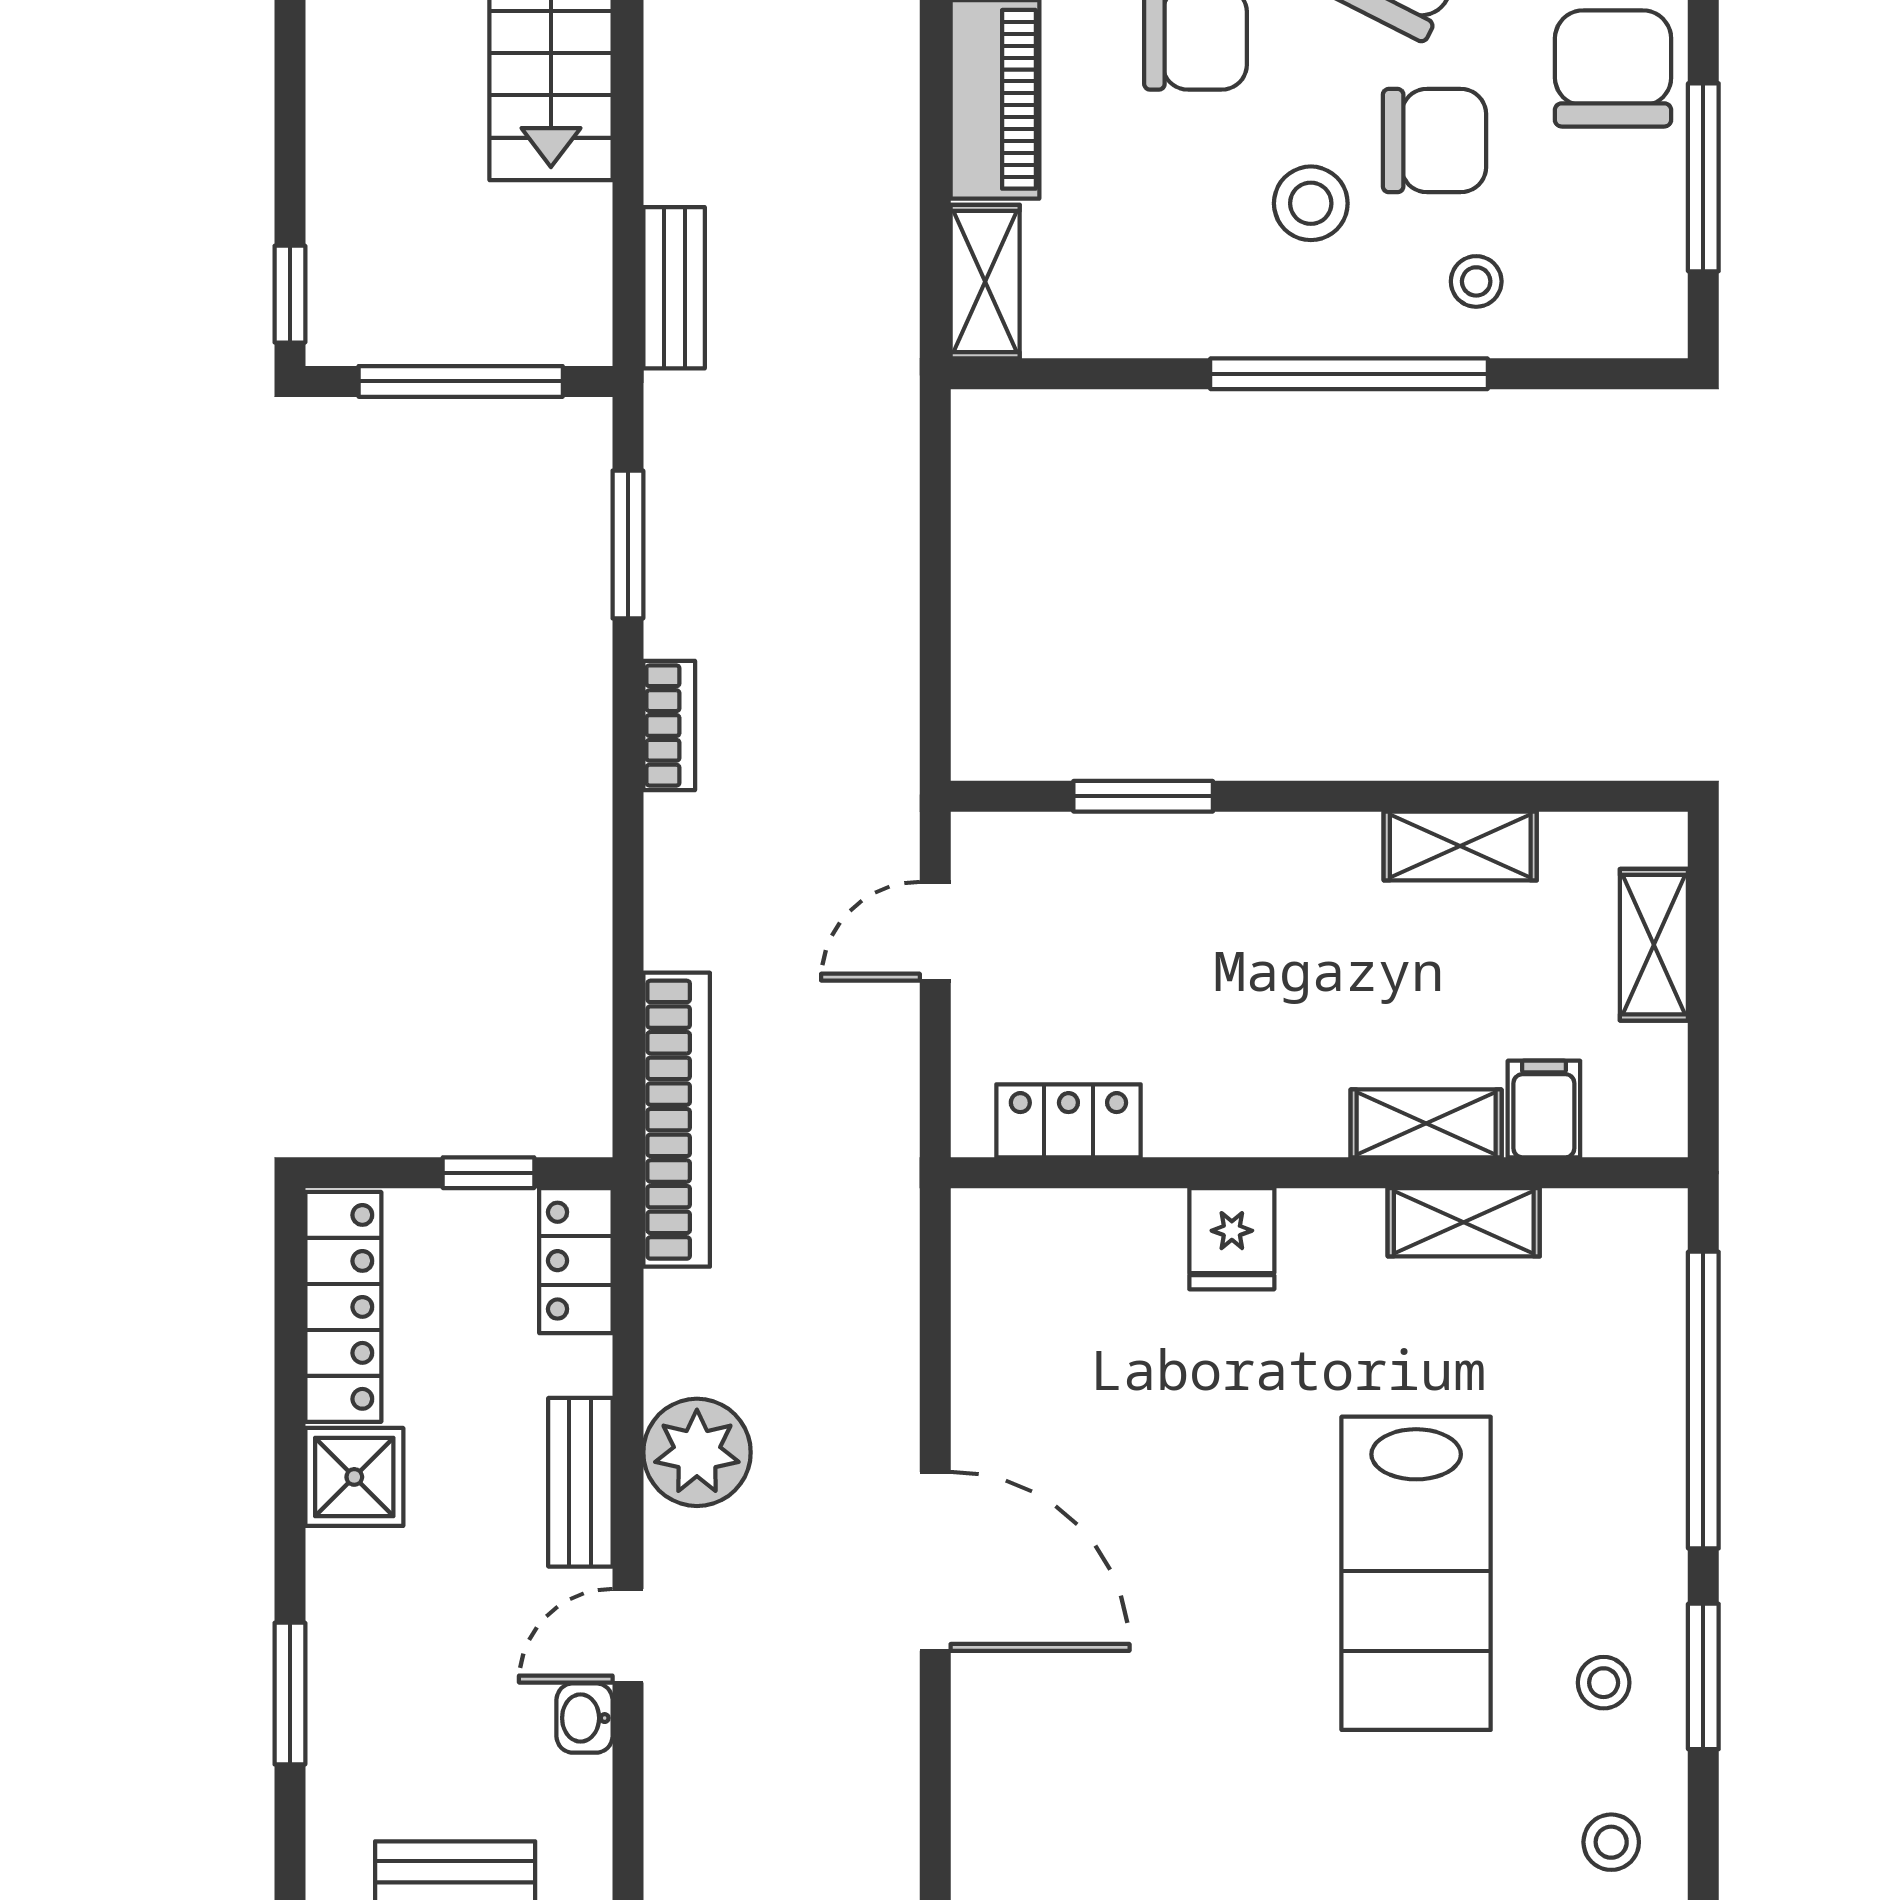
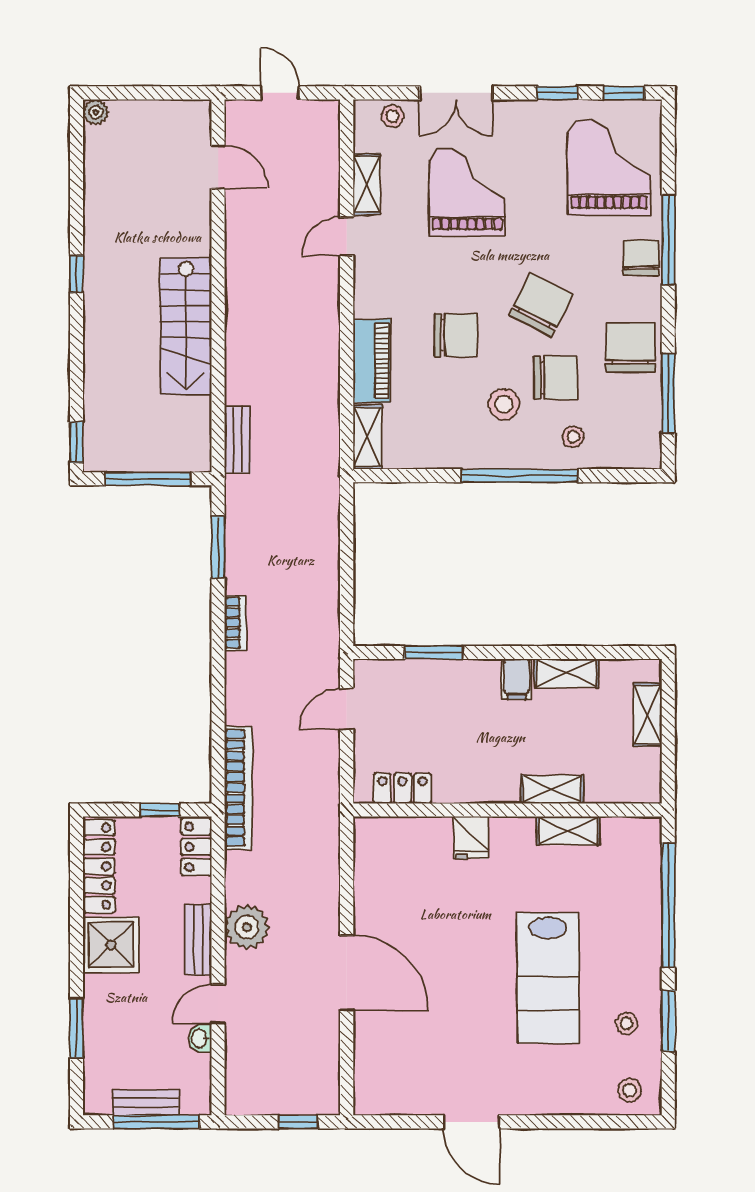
filing cabinet: (1544, 1109) -> (517, 679), moved, turned 180
shower: (354, 1477) -> (111, 945), width x1.36, depth x1.36

